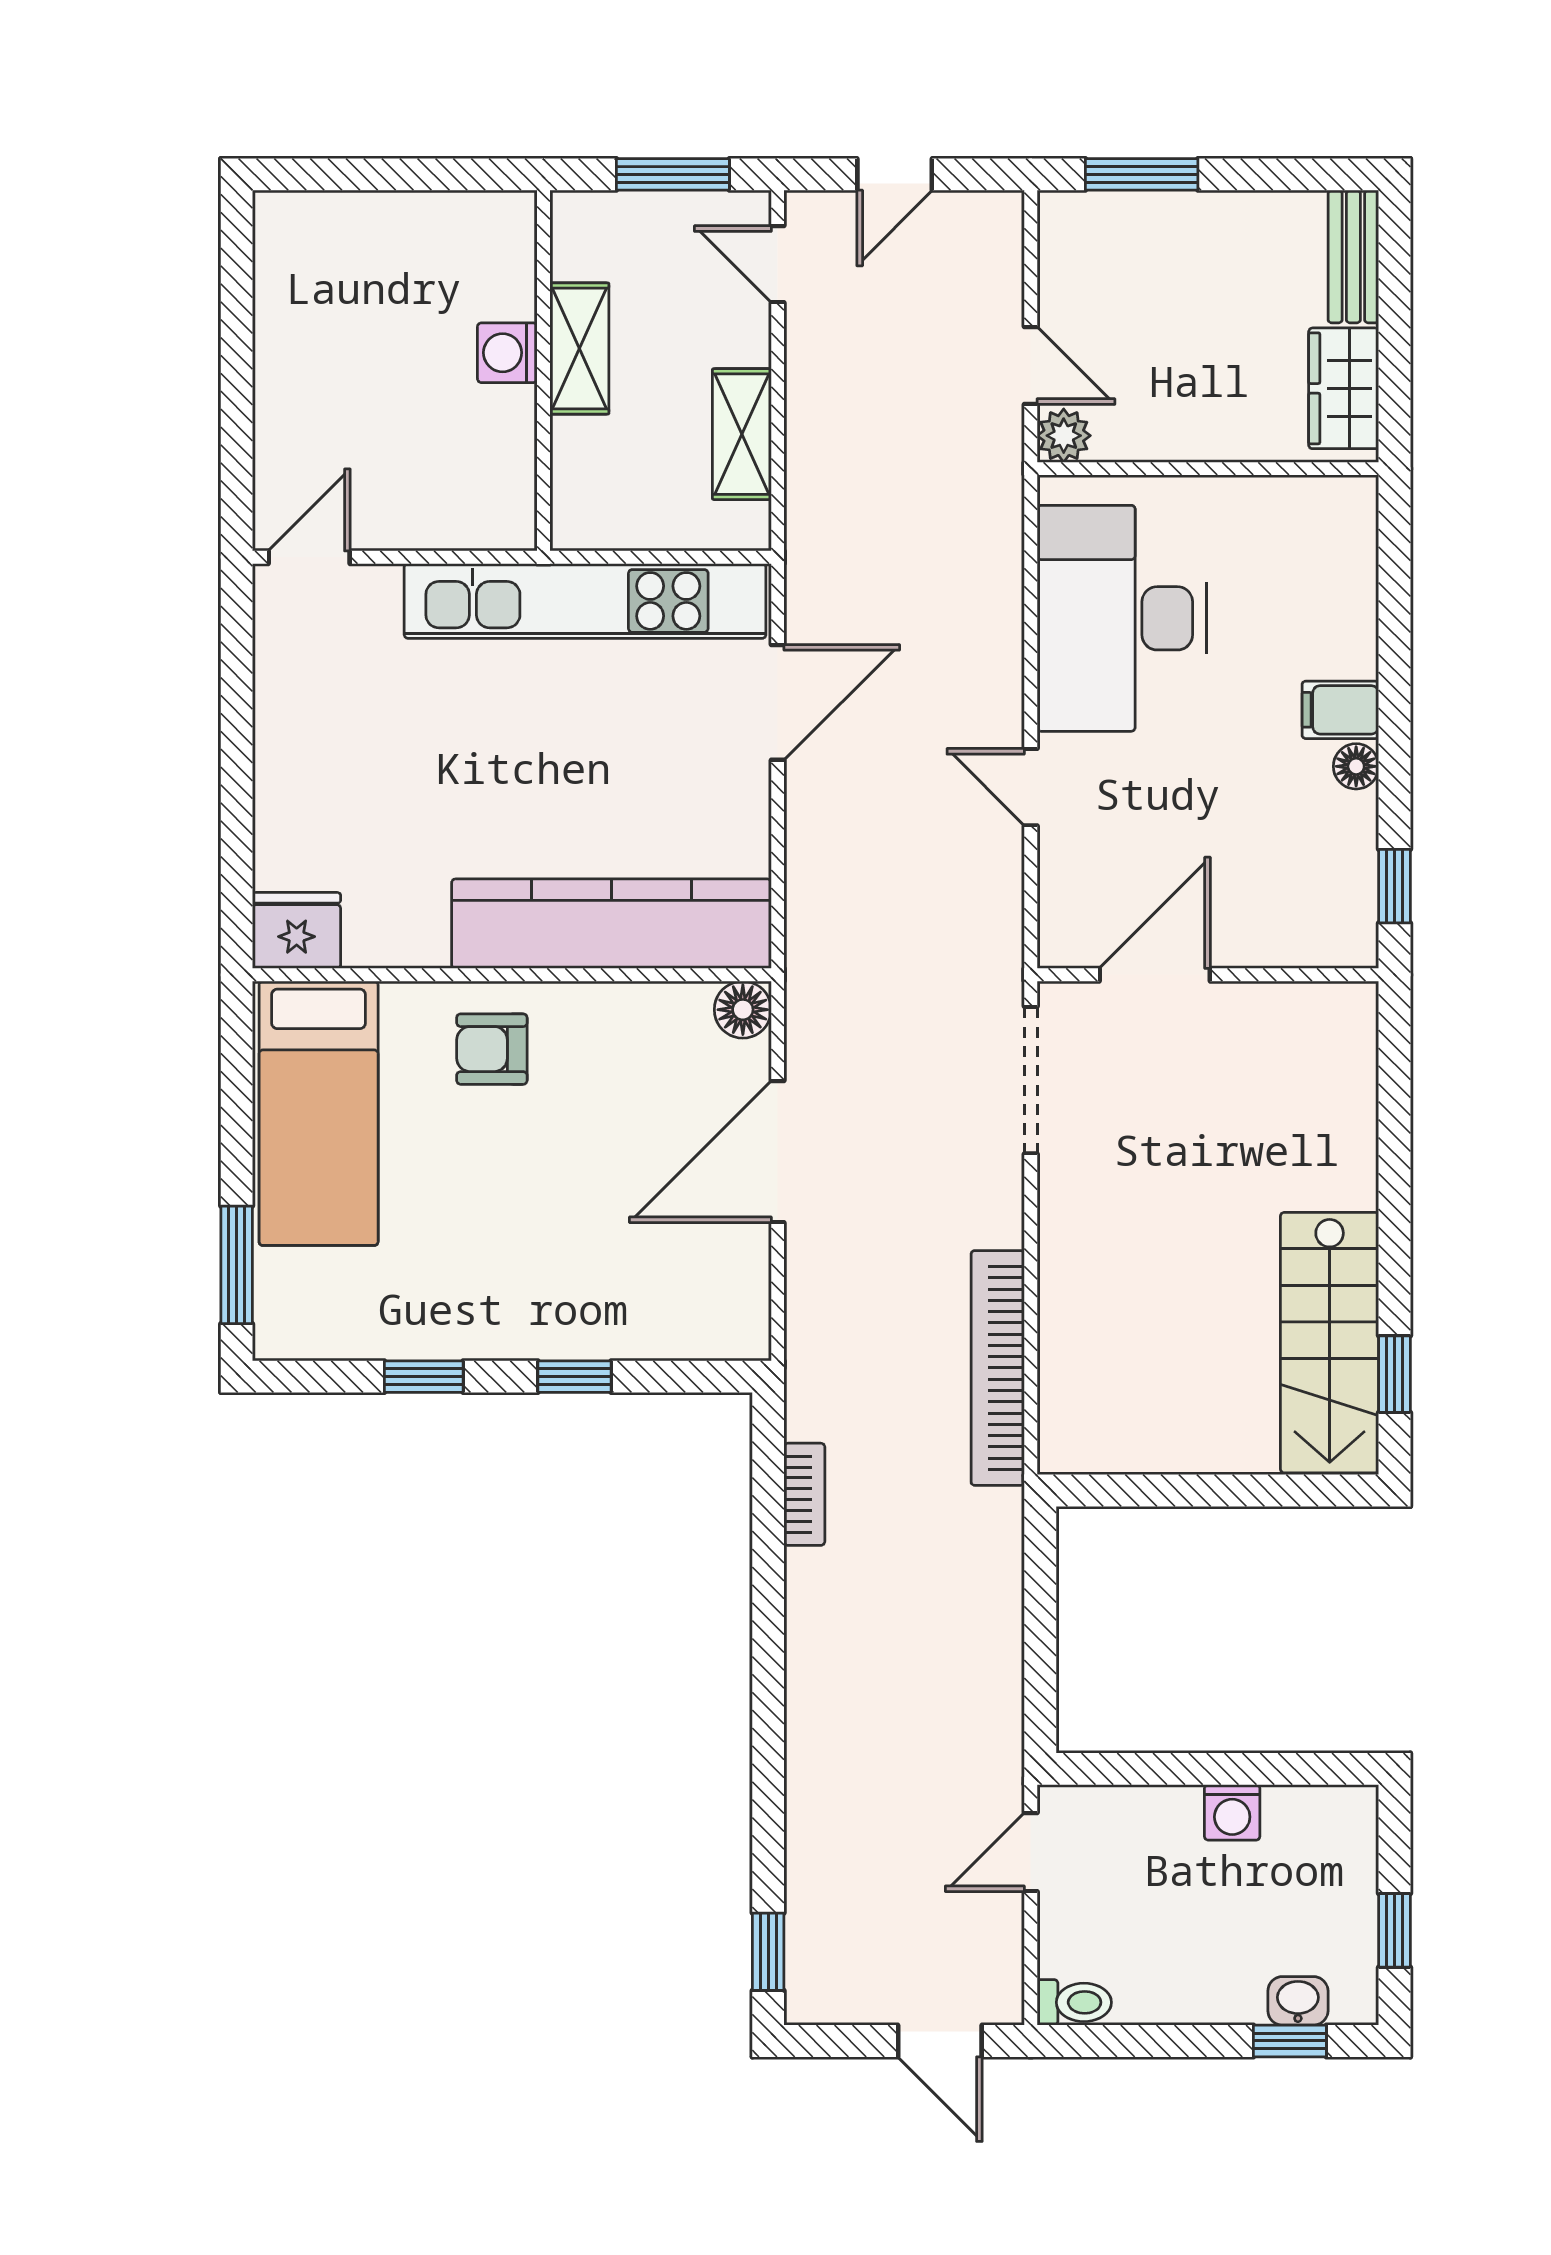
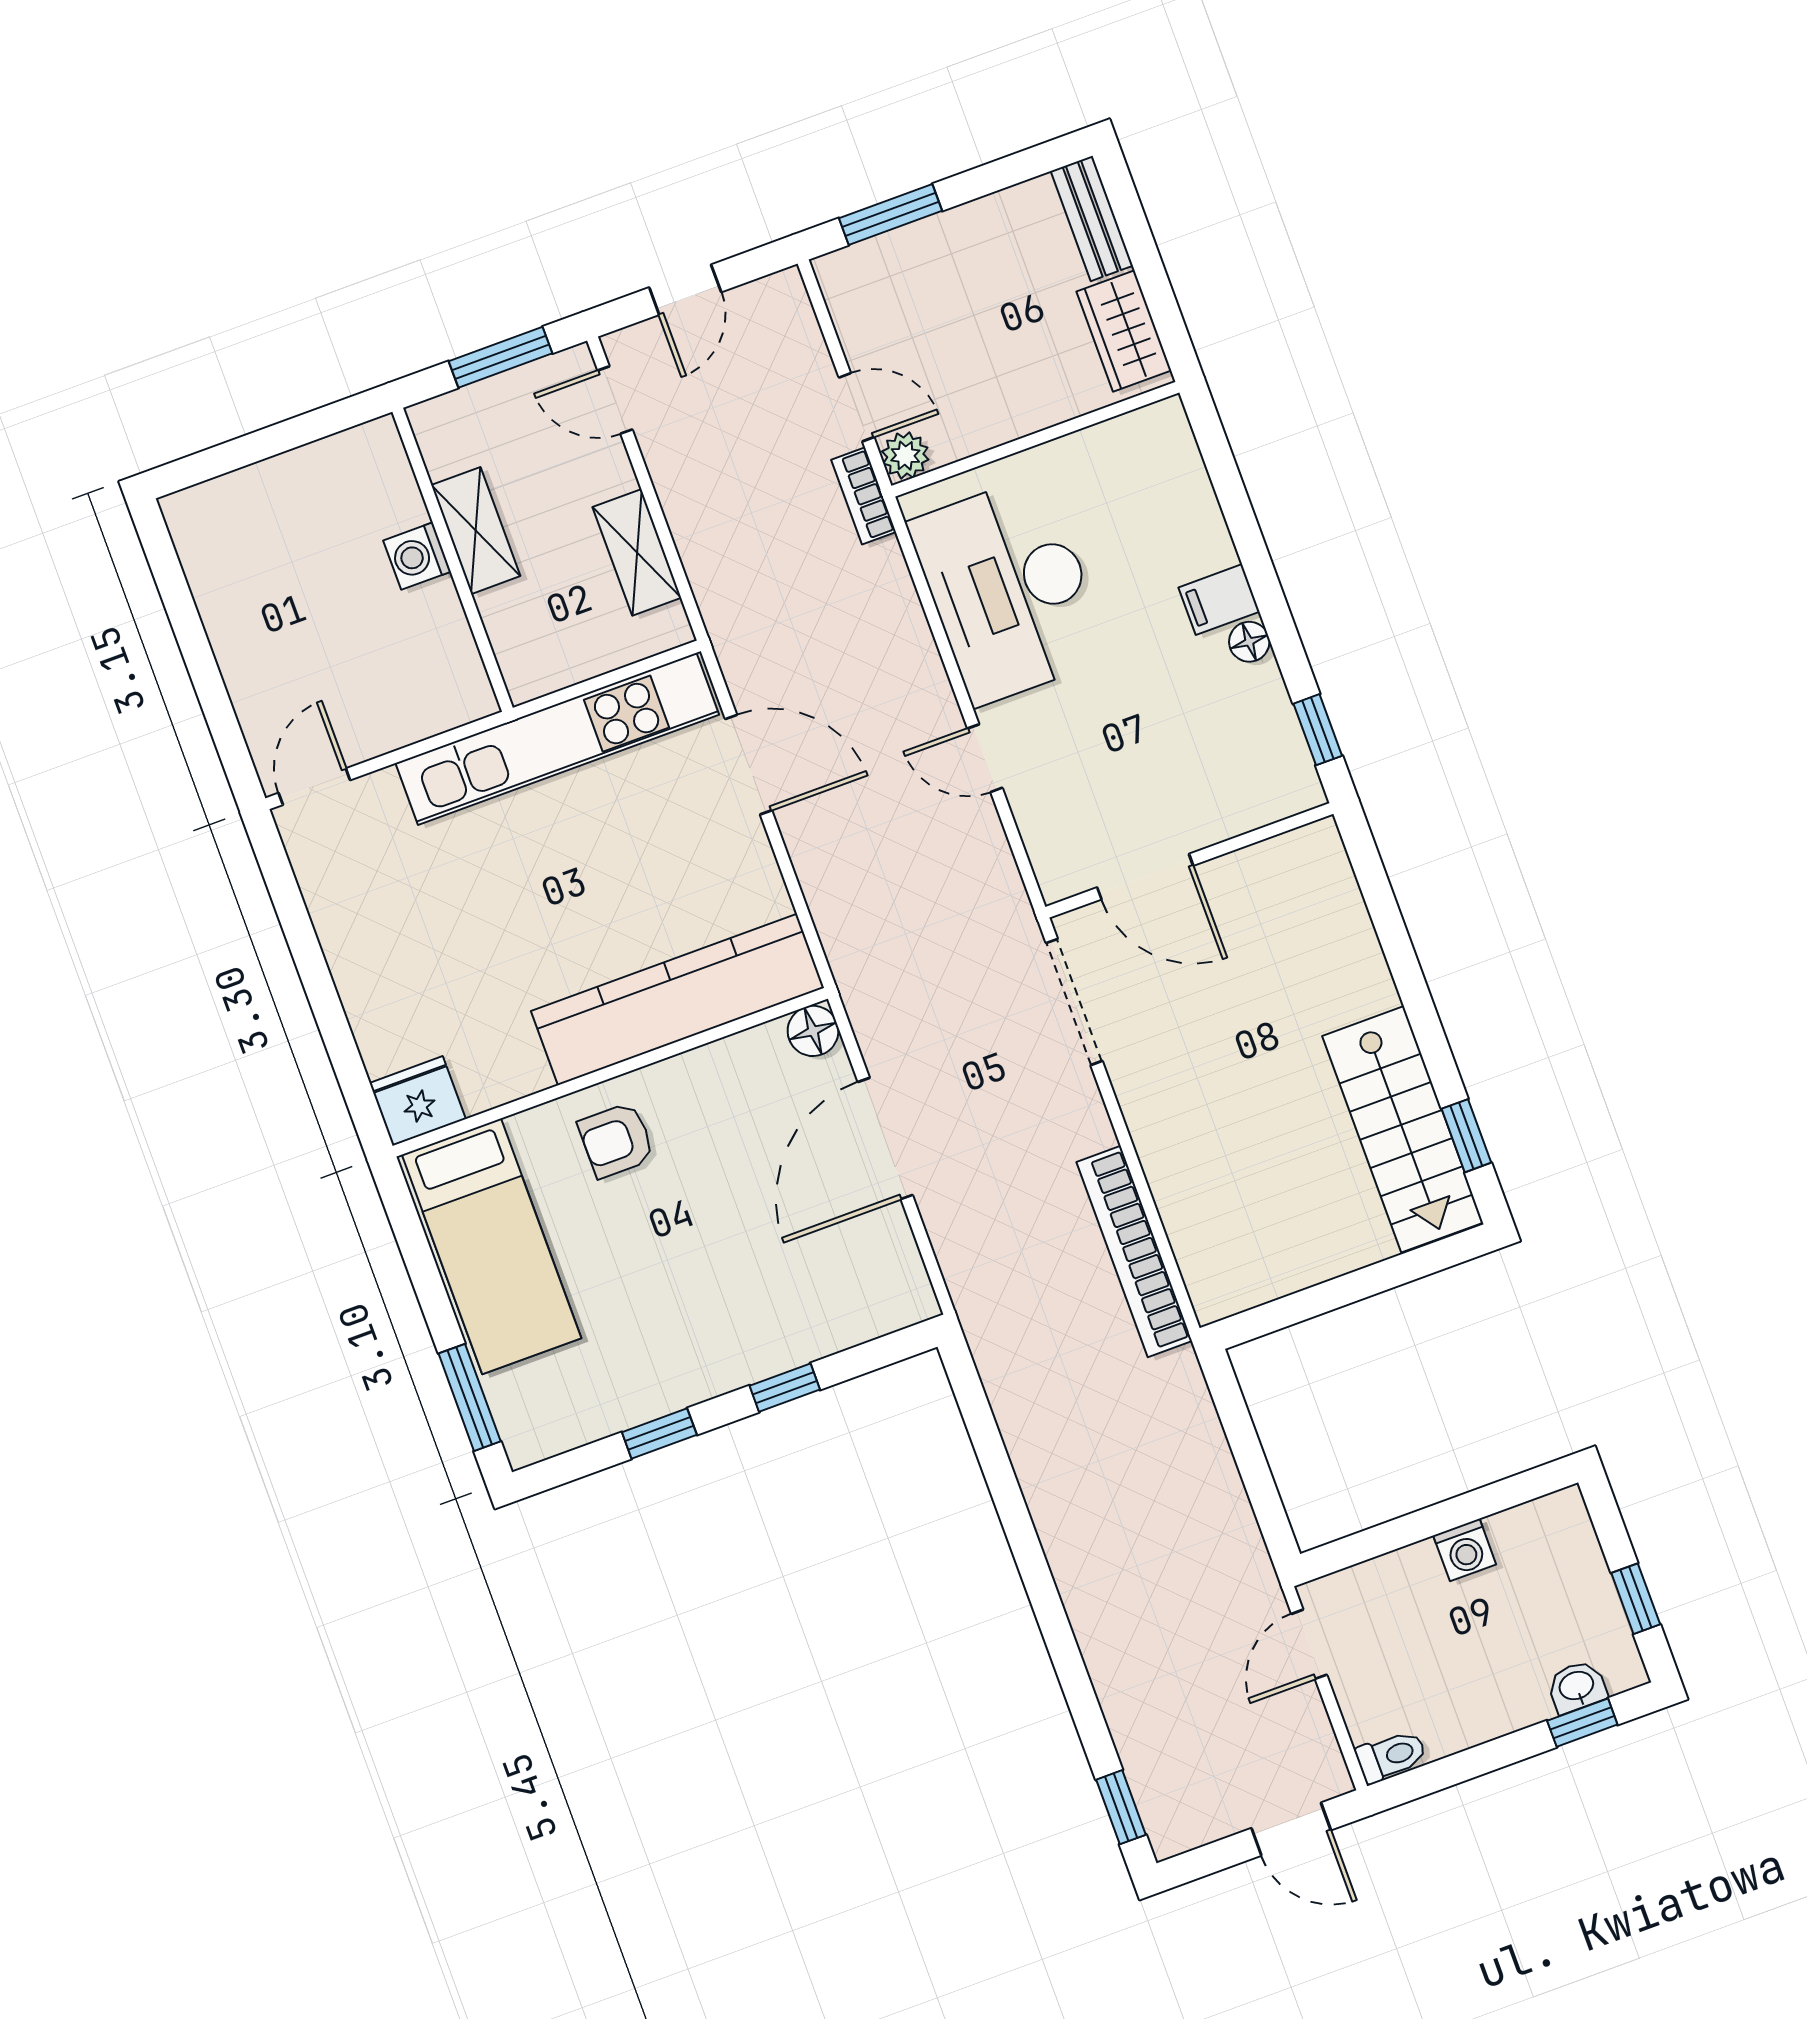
door: (778, 702) -> (748, 765), hinge flipped
door: (1155, 975) -> (1145, 877), swing flipped
bookcase: (804, 1494) -> (864, 496), moved, turned 180

